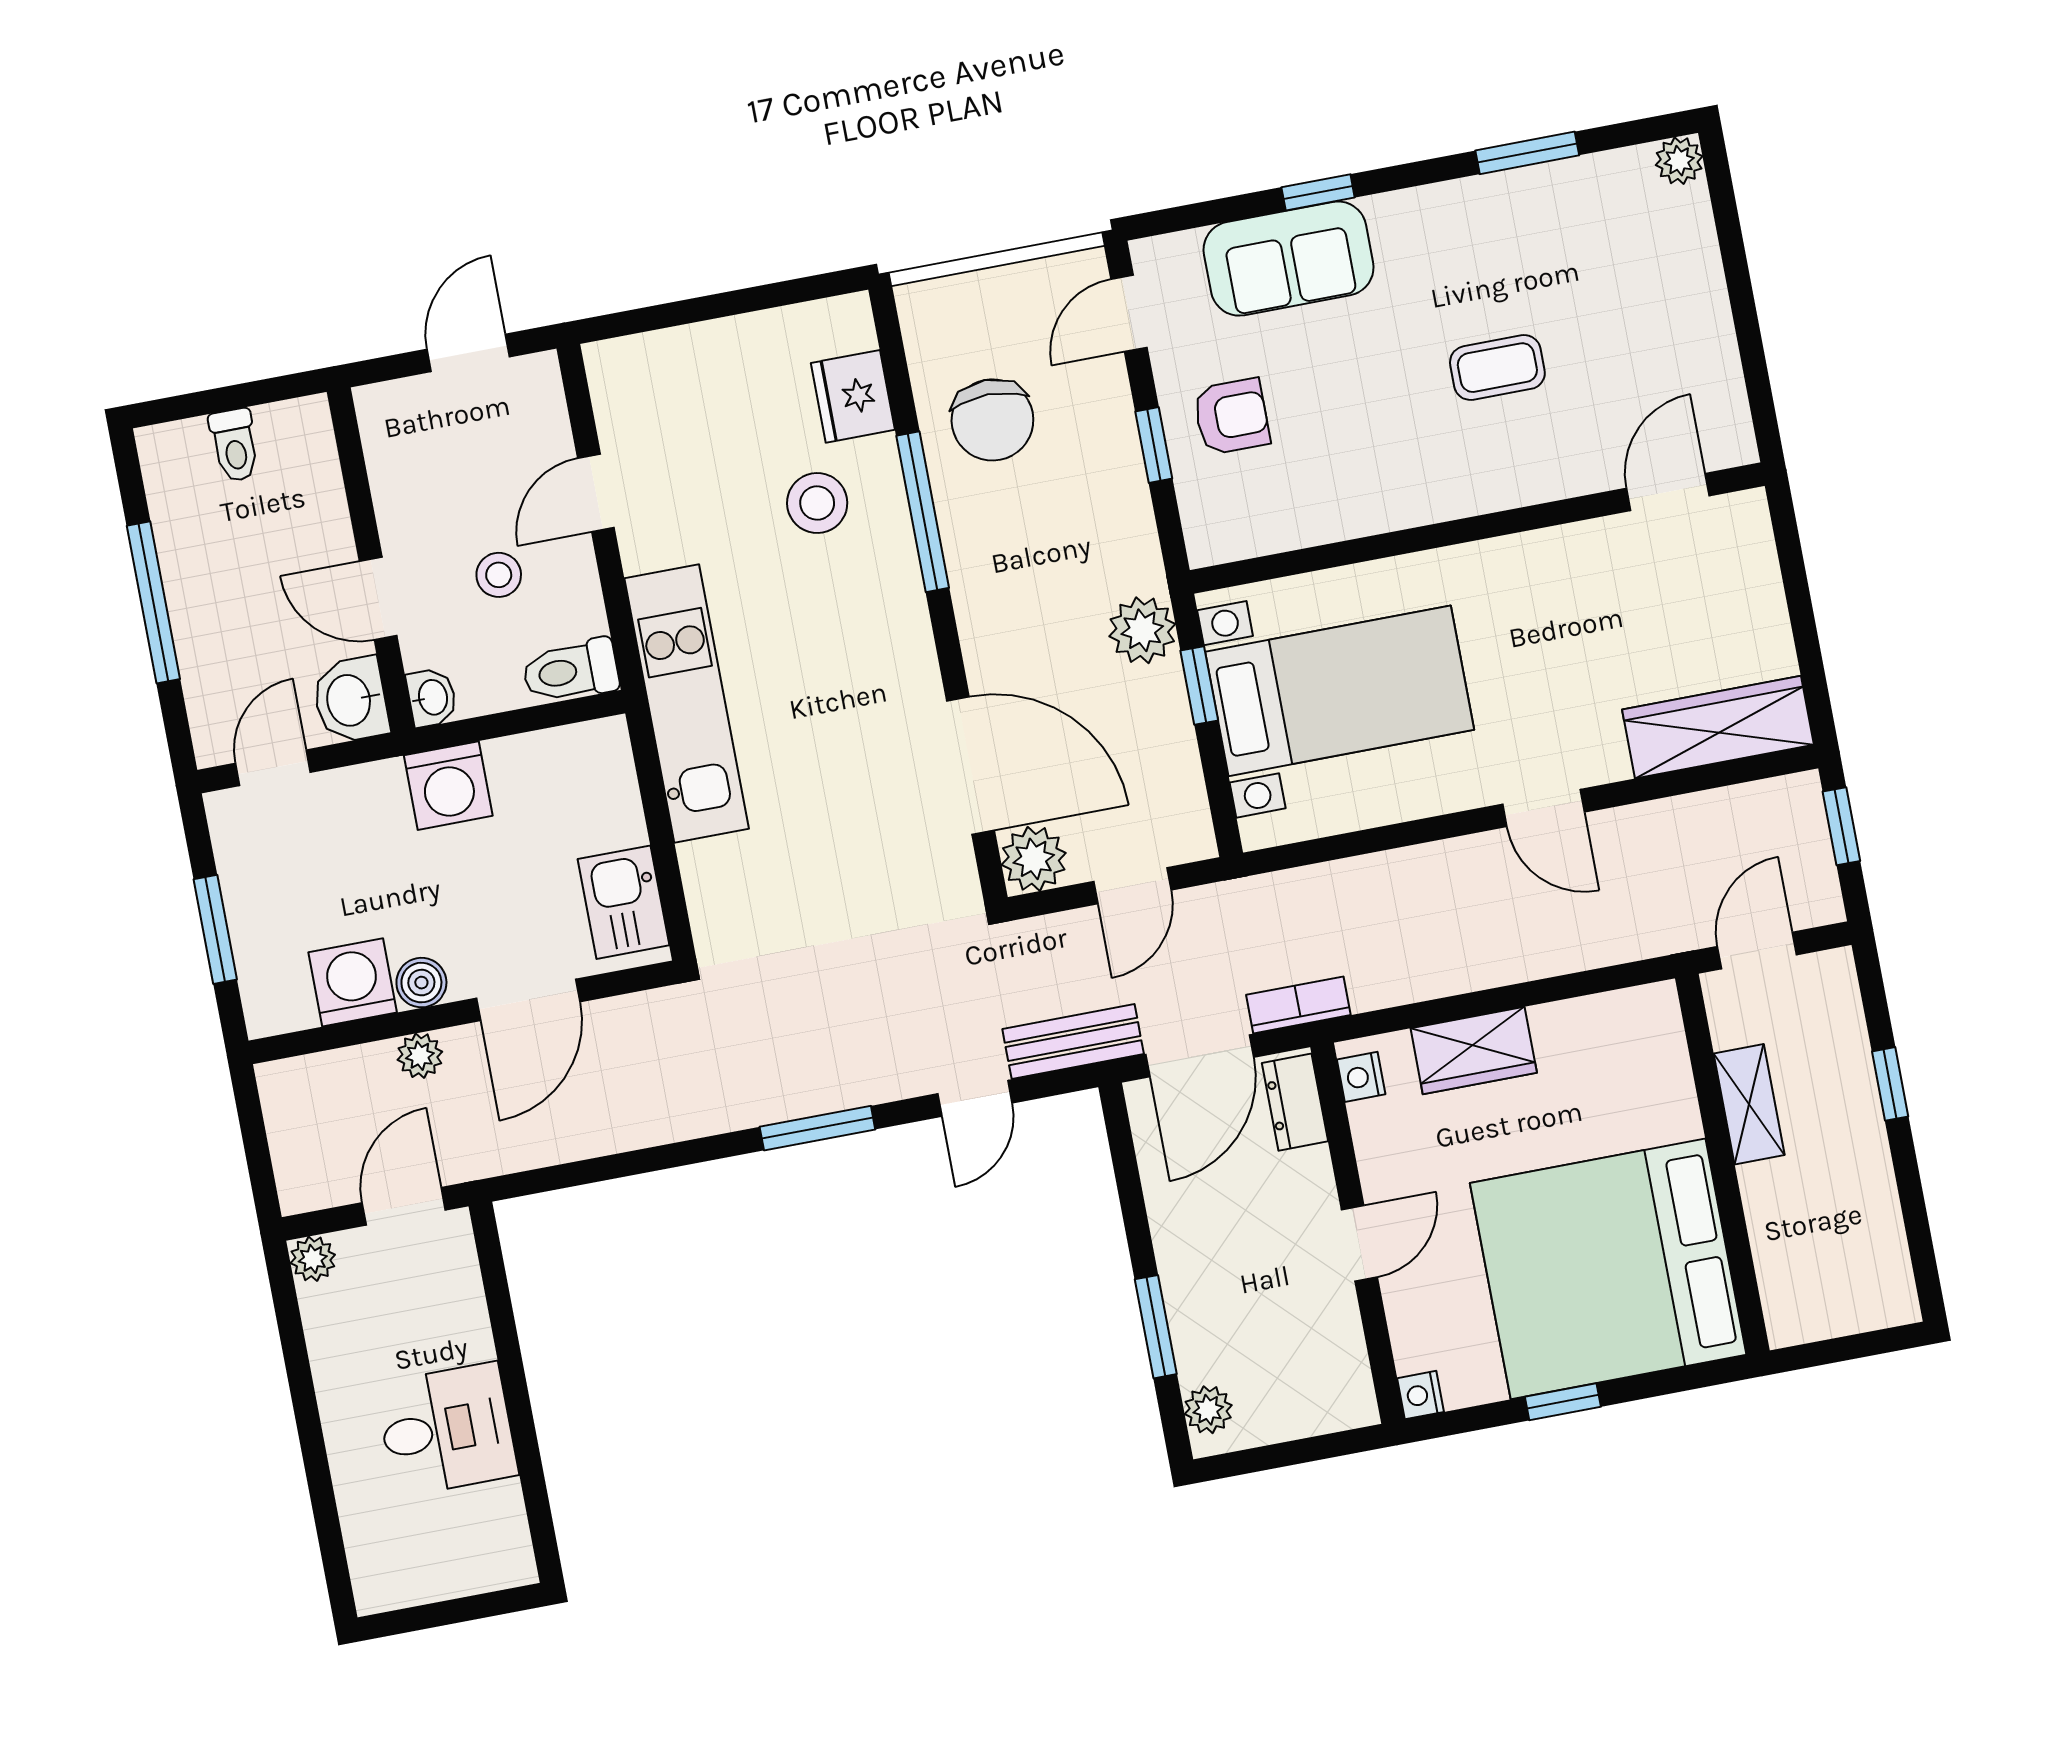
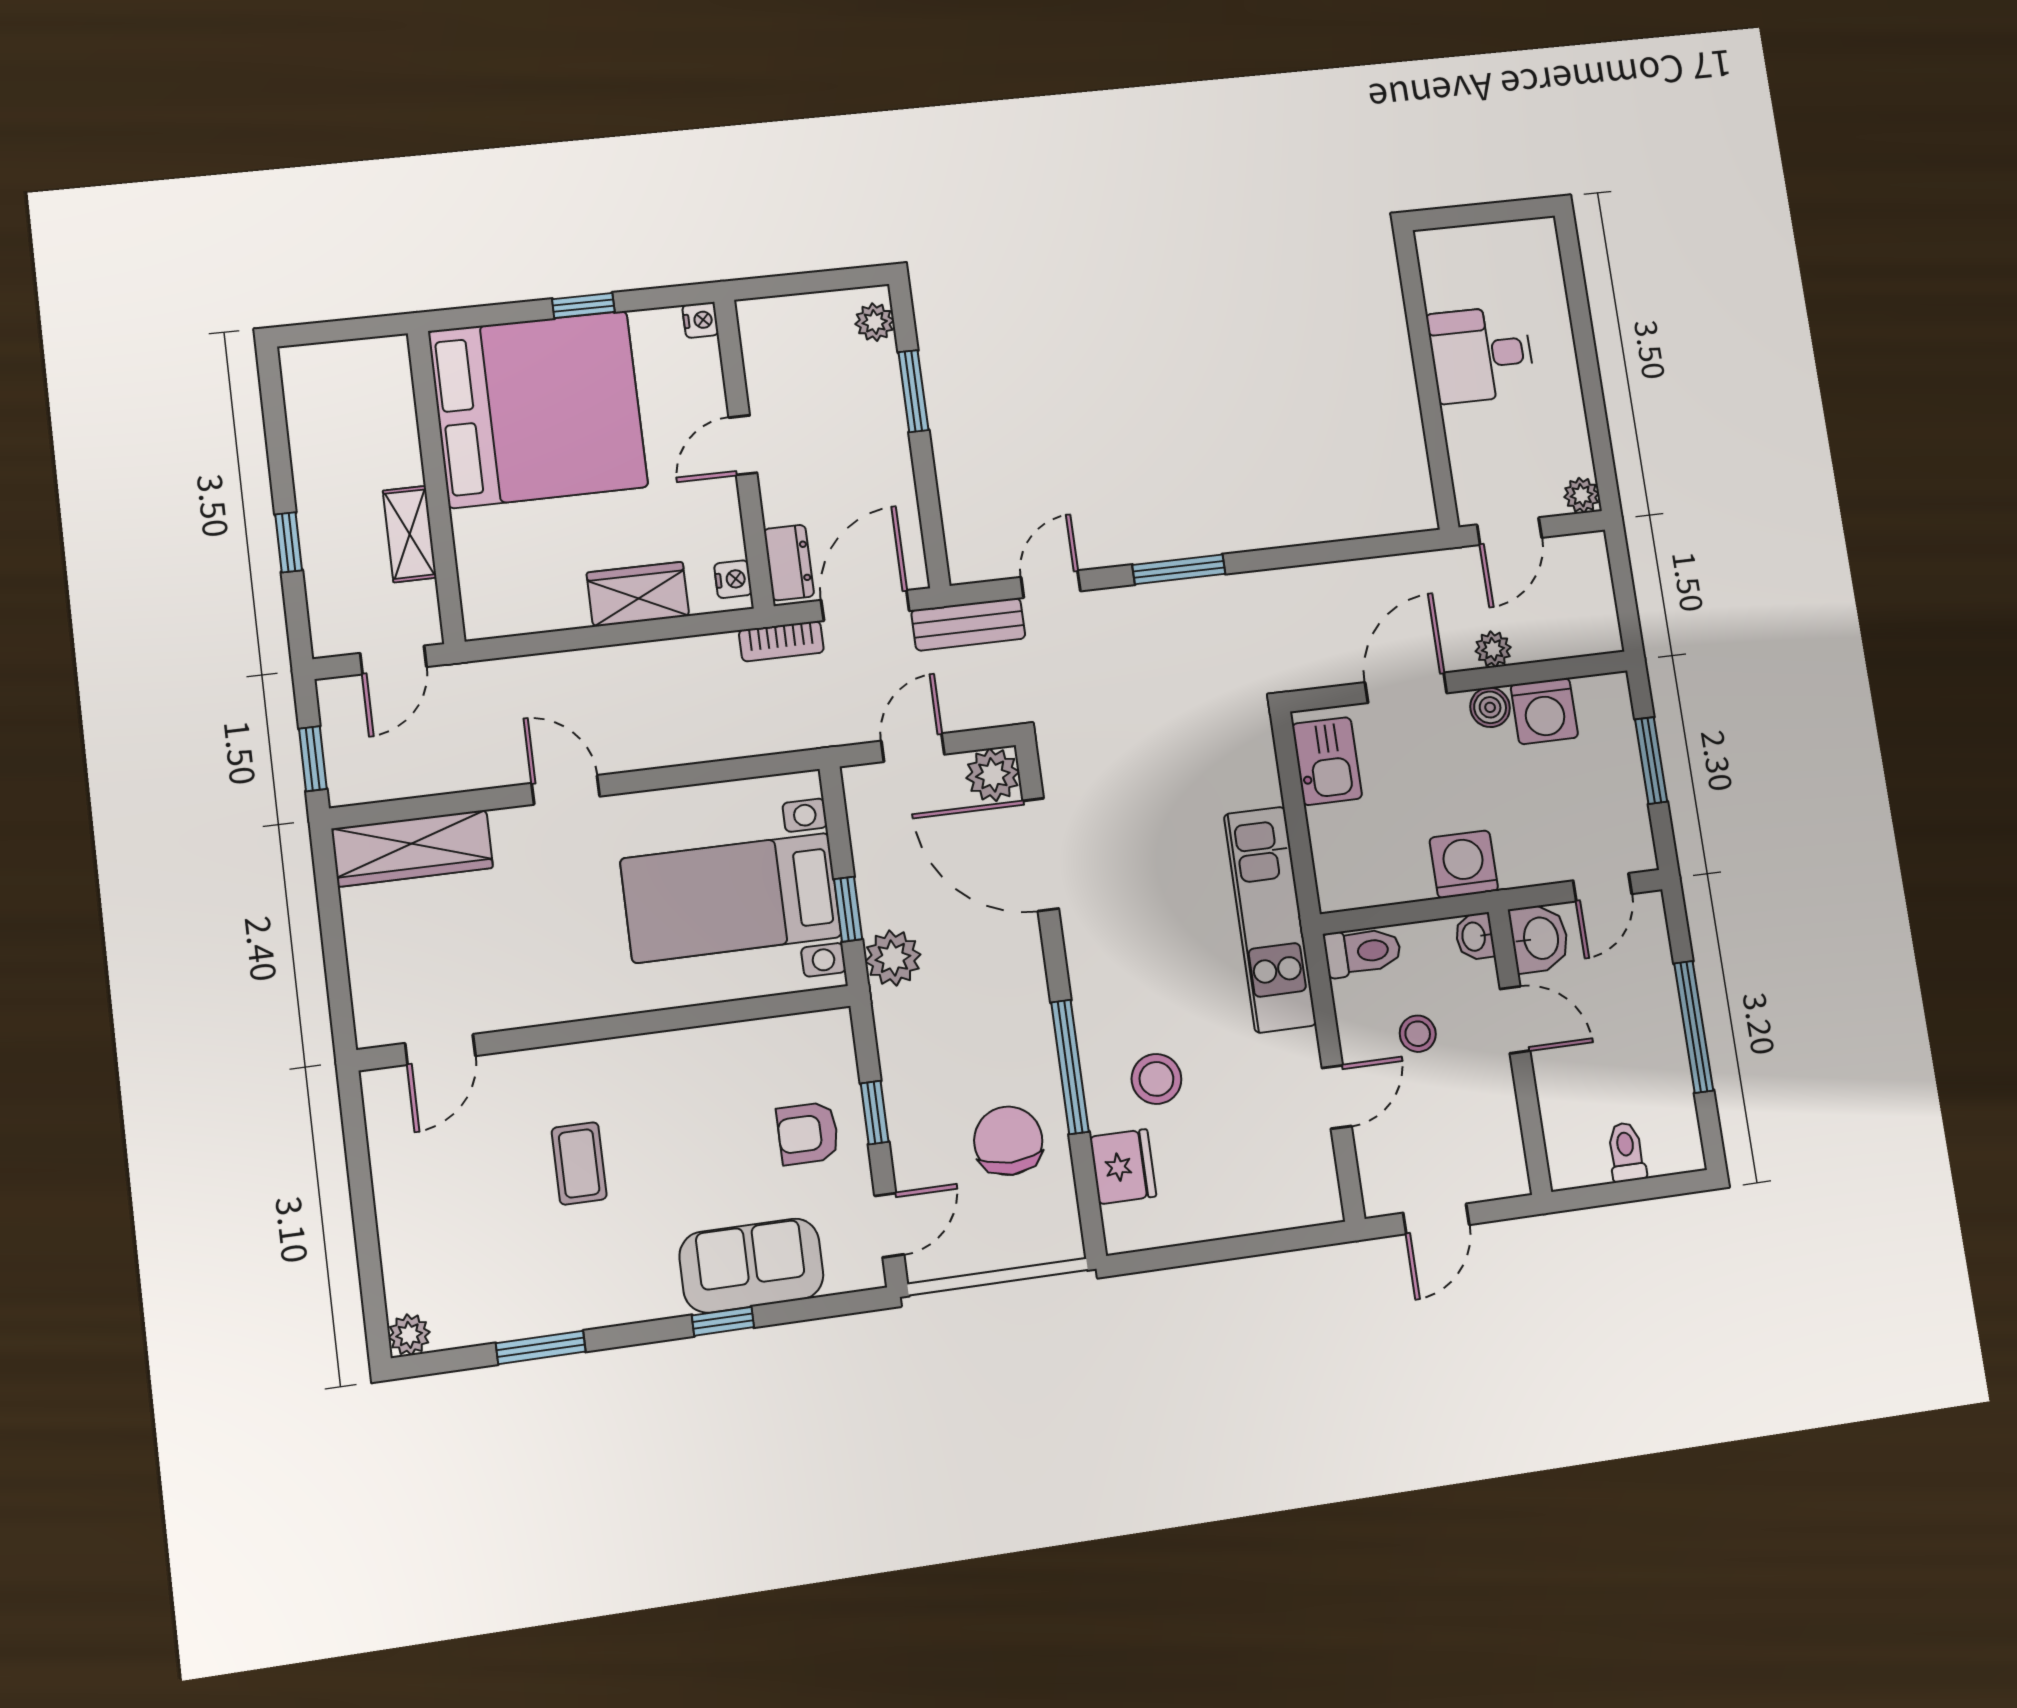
coffee table: (1497, 368) -> (579, 1163), turned 90

